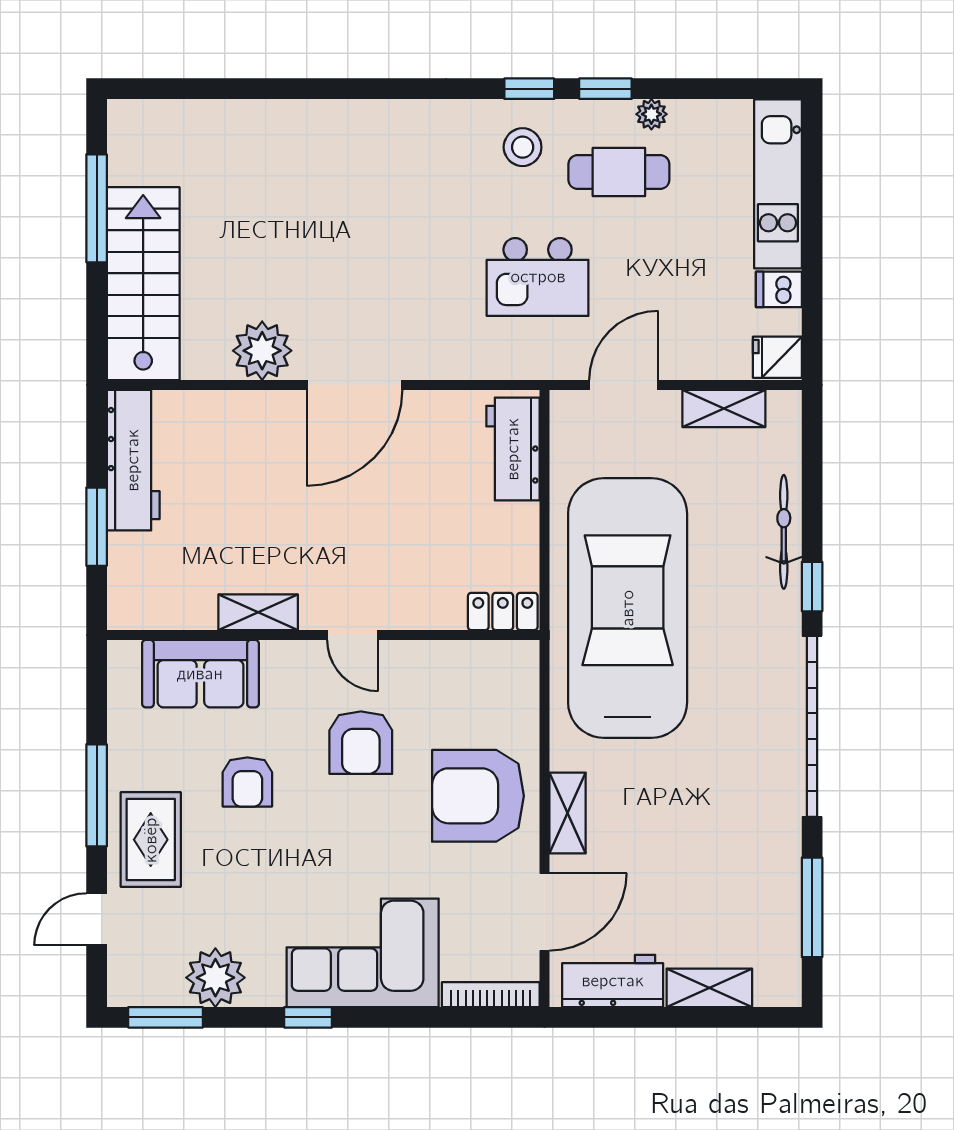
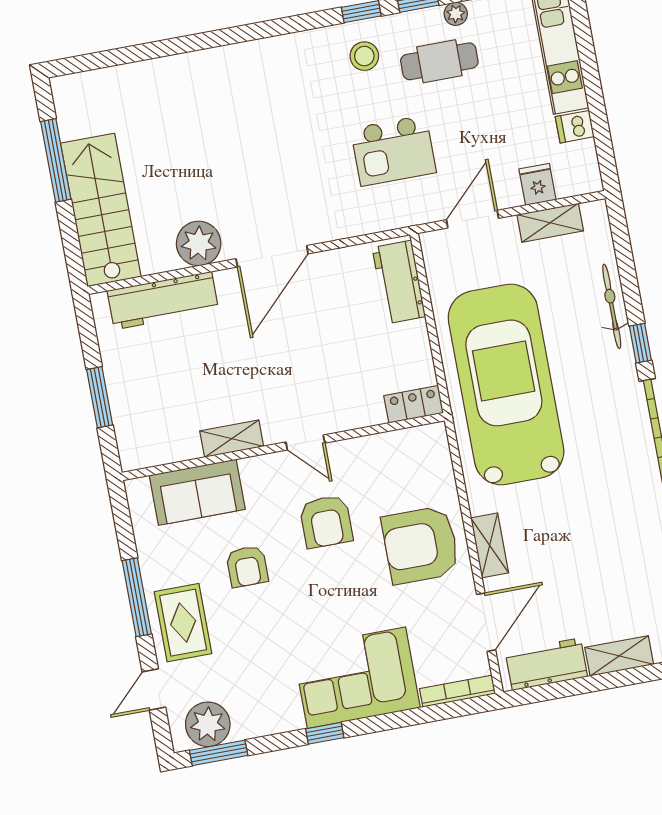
fridge: (777, 357) -> (537, 184), moved, turned 90
workbench: (133, 460) -> (163, 301), moved, turned 90
plant: (215, 978) -> (208, 724), moved

